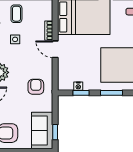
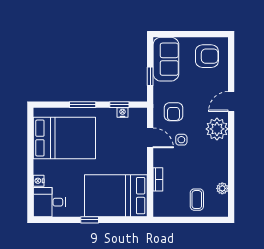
side table: (15, 39) -> (181, 140), moved
door: (55, 49) -> (150, 138), moved
window: (55, 132) -> (150, 76), moved

